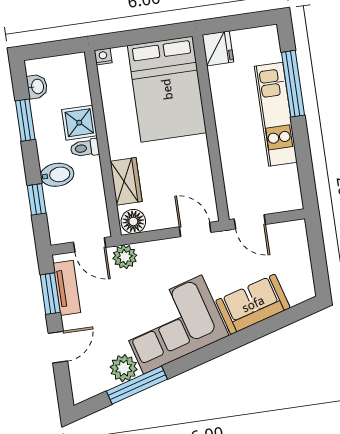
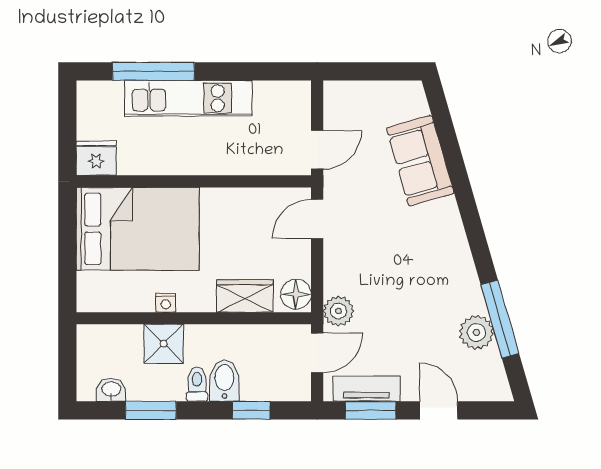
nightstand: (103, 56) -> (166, 303), moved, turned -90
toilet: (85, 148) -> (197, 384), moved, turned 180
corner sofa: (173, 324) -> (431, 264), removed

